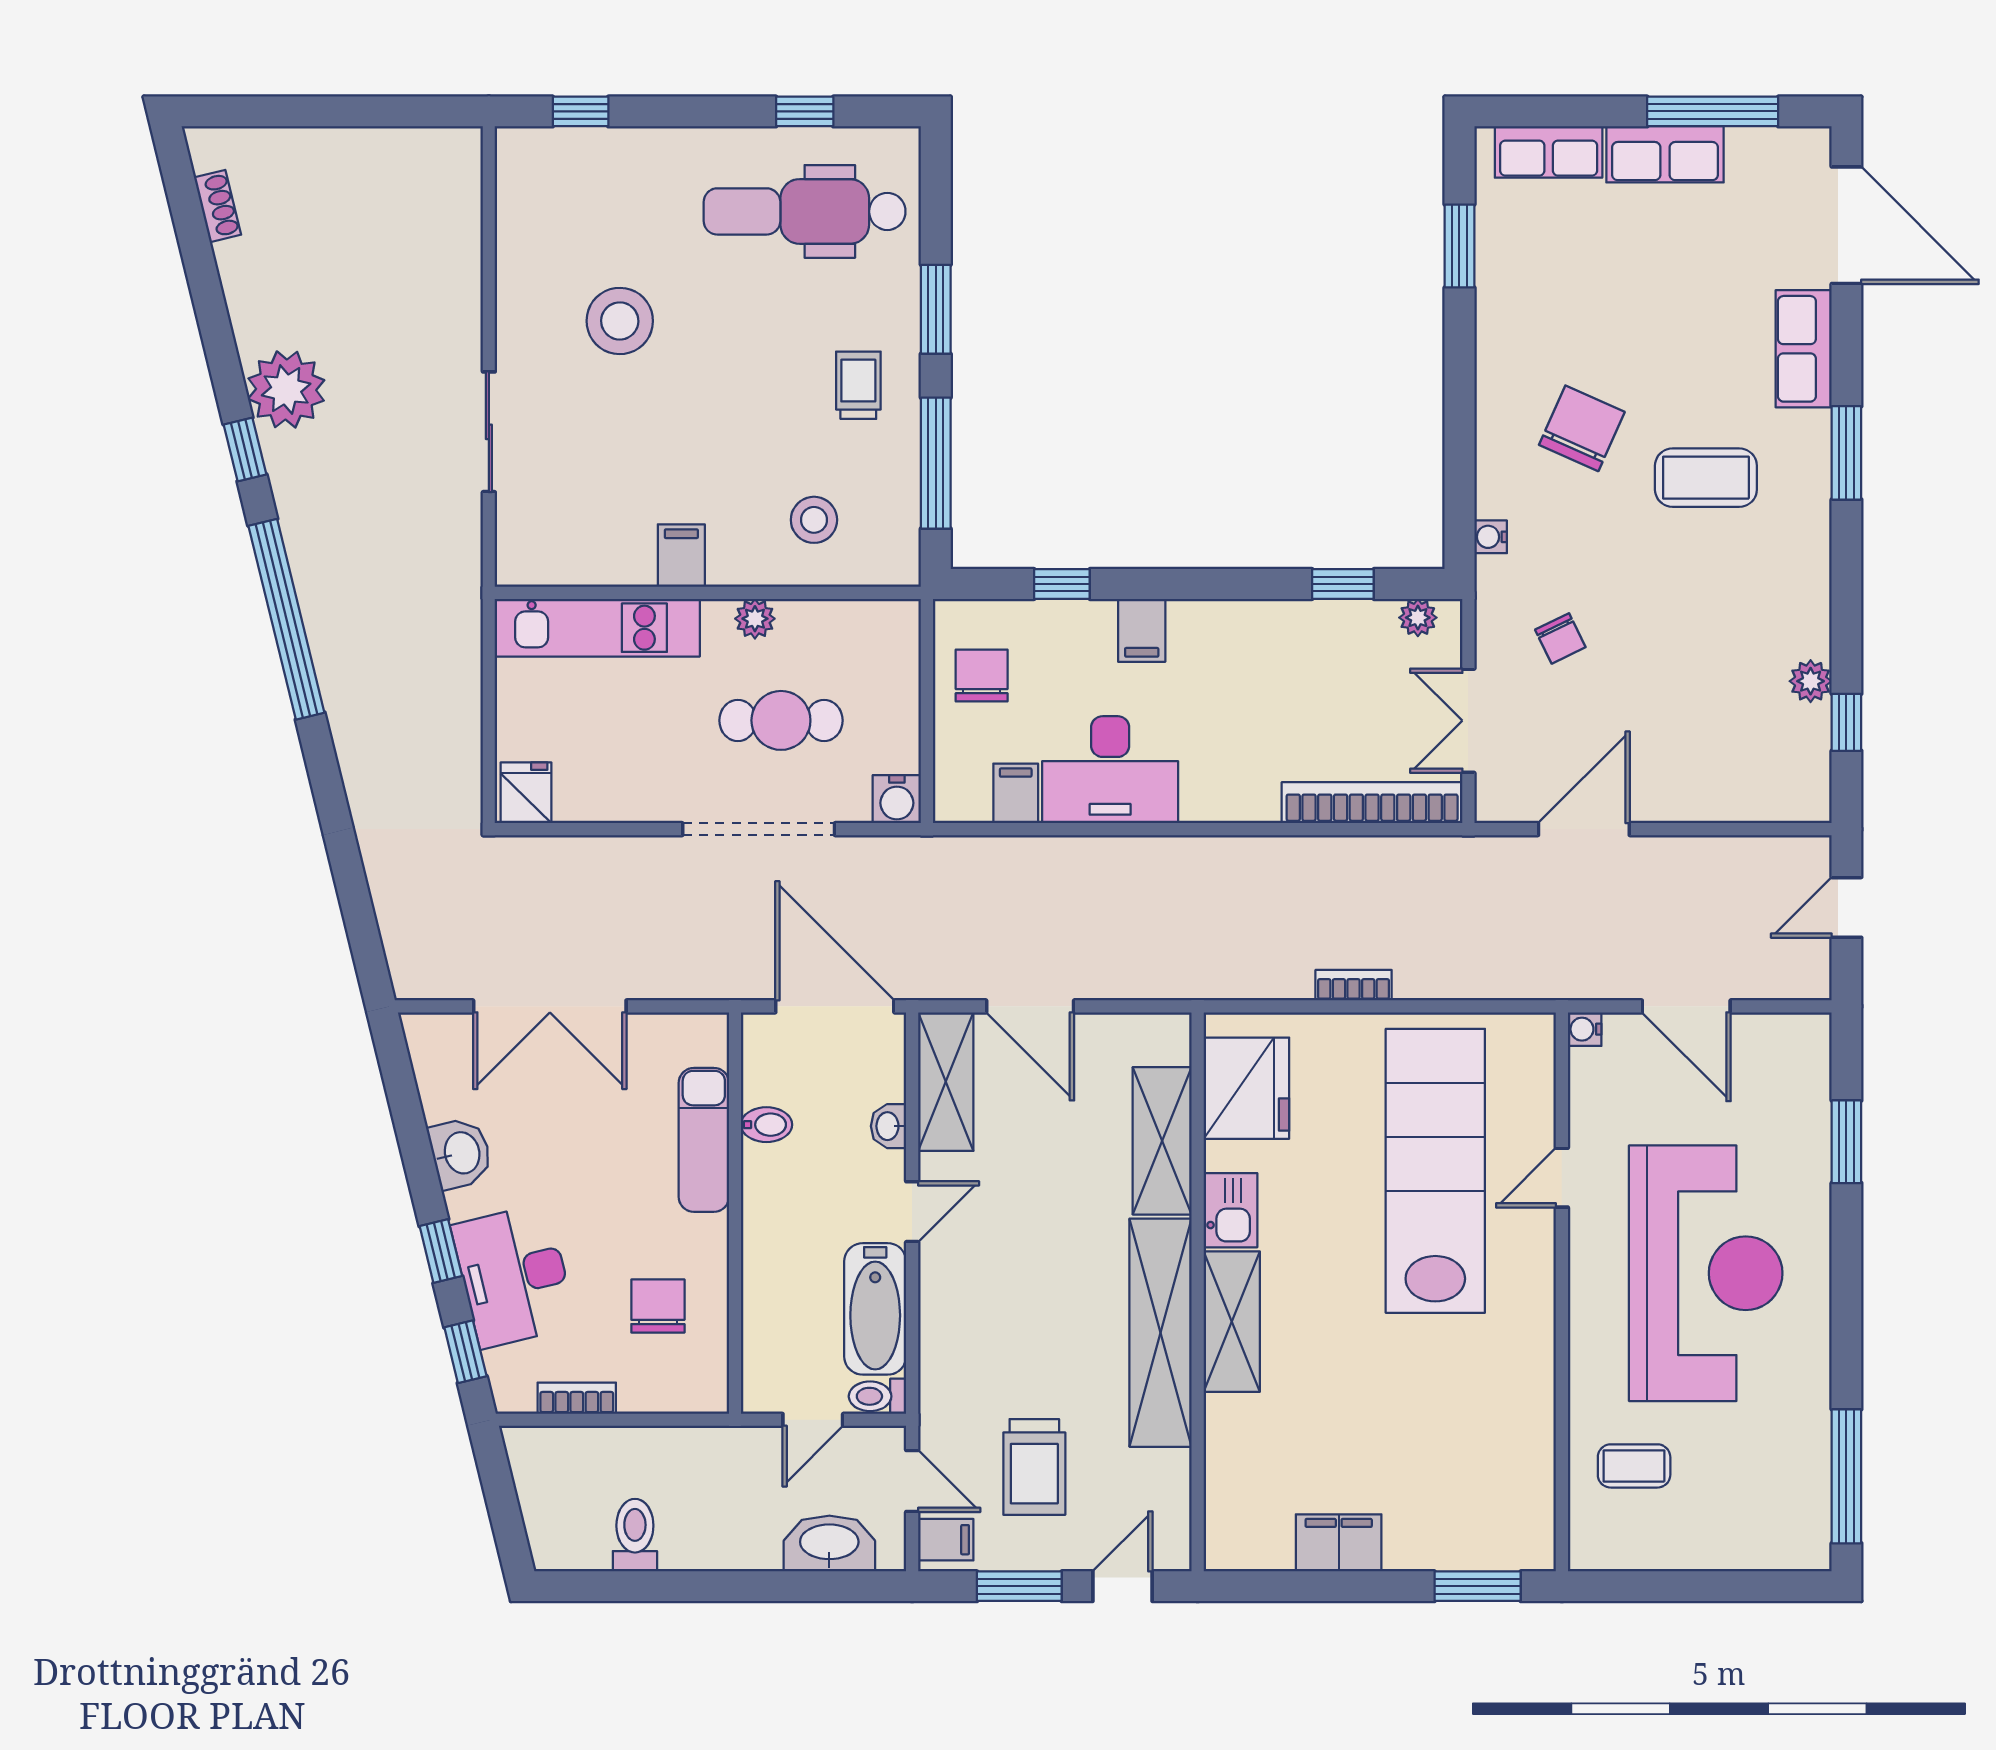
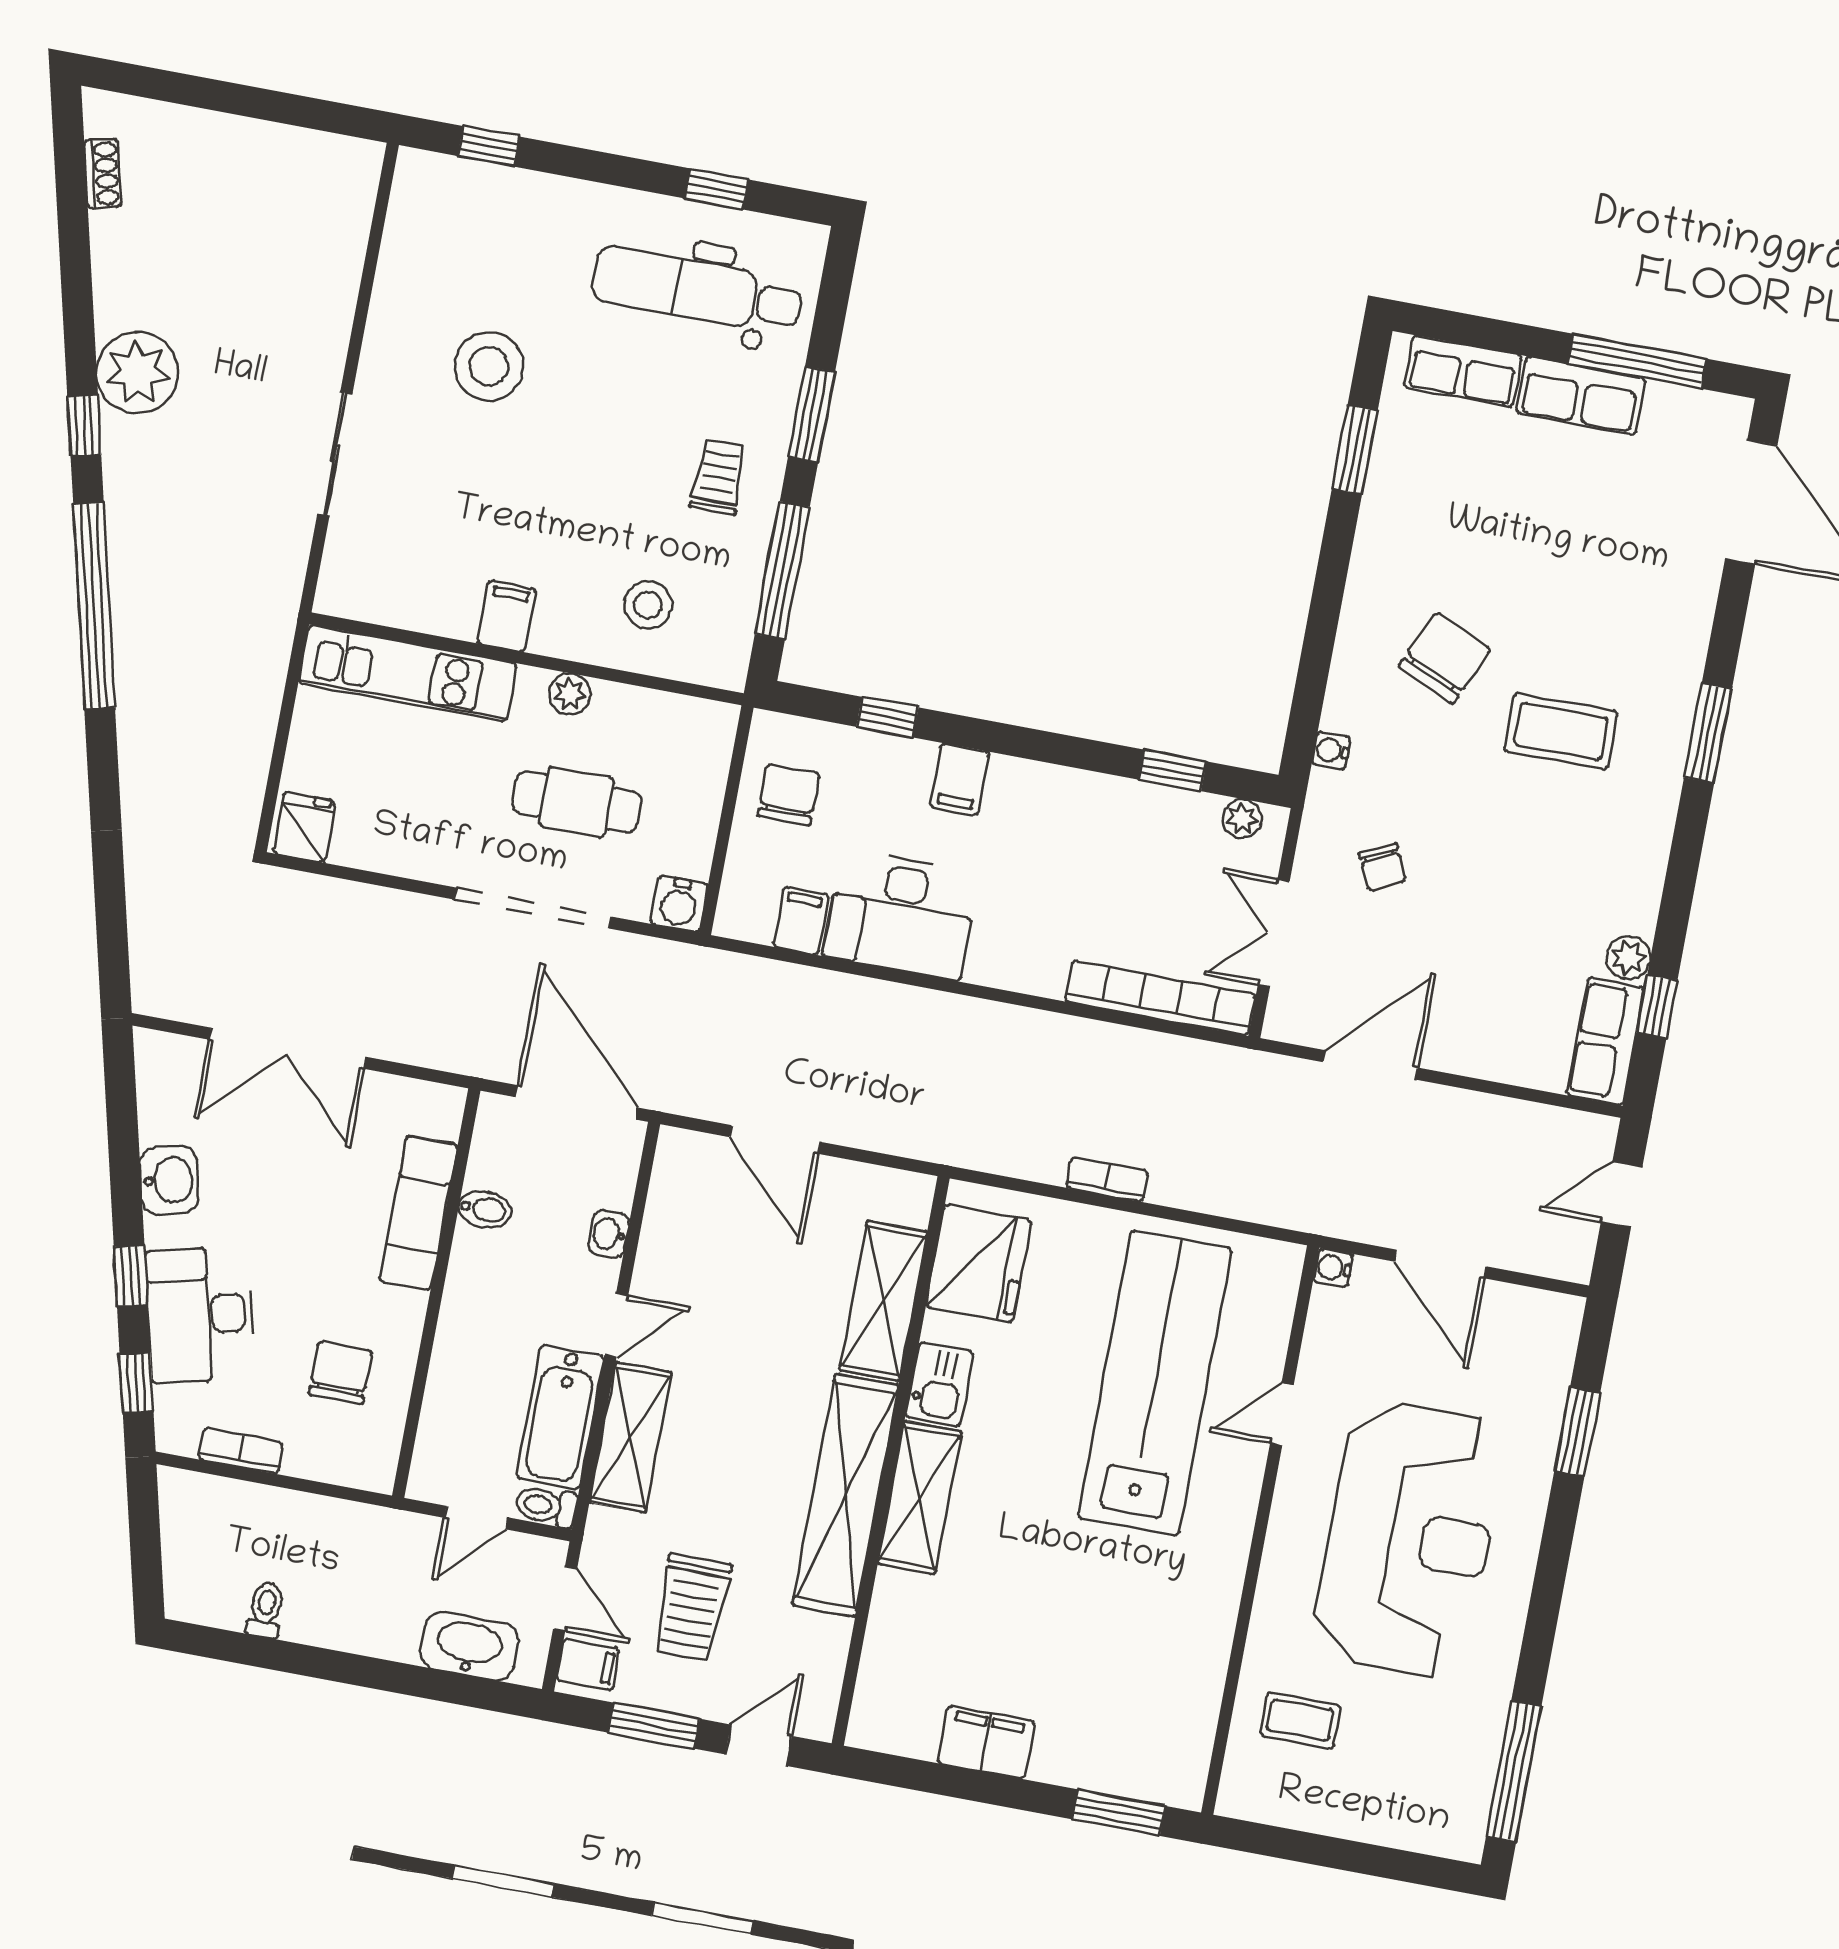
row of seats: (1804, 349) -> (1605, 1041), moved
shelving: (946, 1082) -> (631, 1437), moved
toilet: (635, 1535) -> (266, 1610), width x0.73, depth x0.72

